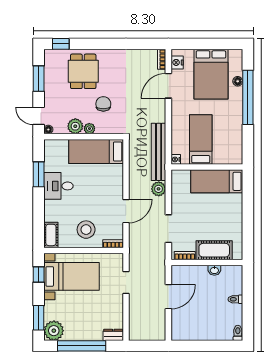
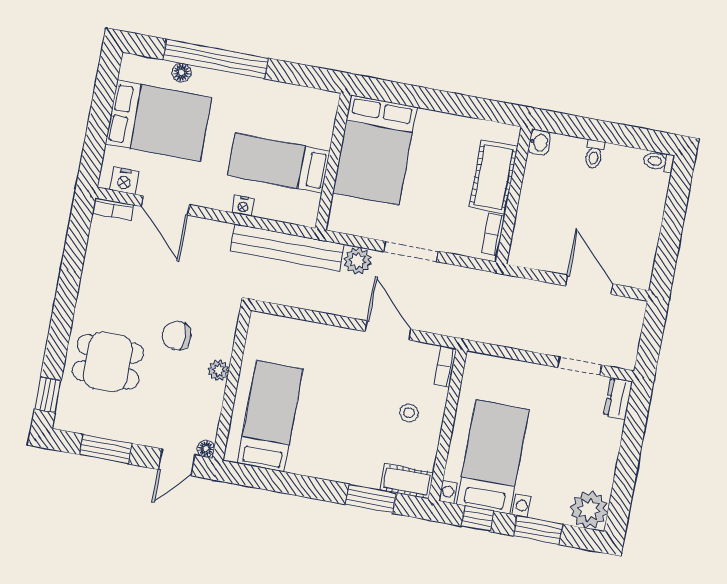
plant: (75, 126) -> (209, 396), removed
bed: (96, 151) -> (270, 416), moved, turned 180
nightstand: (176, 159) -> (243, 206), moved
window: (39, 174) -> (371, 499), moved
bed: (217, 181) -> (375, 150), width x1.50
desk: (58, 186) -> (316, 449), removed
doorway: (168, 229) -> (411, 251), moved
stool: (86, 230) -> (409, 413), width x0.53, depth x0.53
washbasin: (214, 270) -> (539, 142), moved
doorway: (126, 282) -> (580, 366), moved
door: (168, 297) -> (589, 285), moved
window: (39, 318) -> (538, 530), moved
window: (82, 346) -> (628, 462), removed

